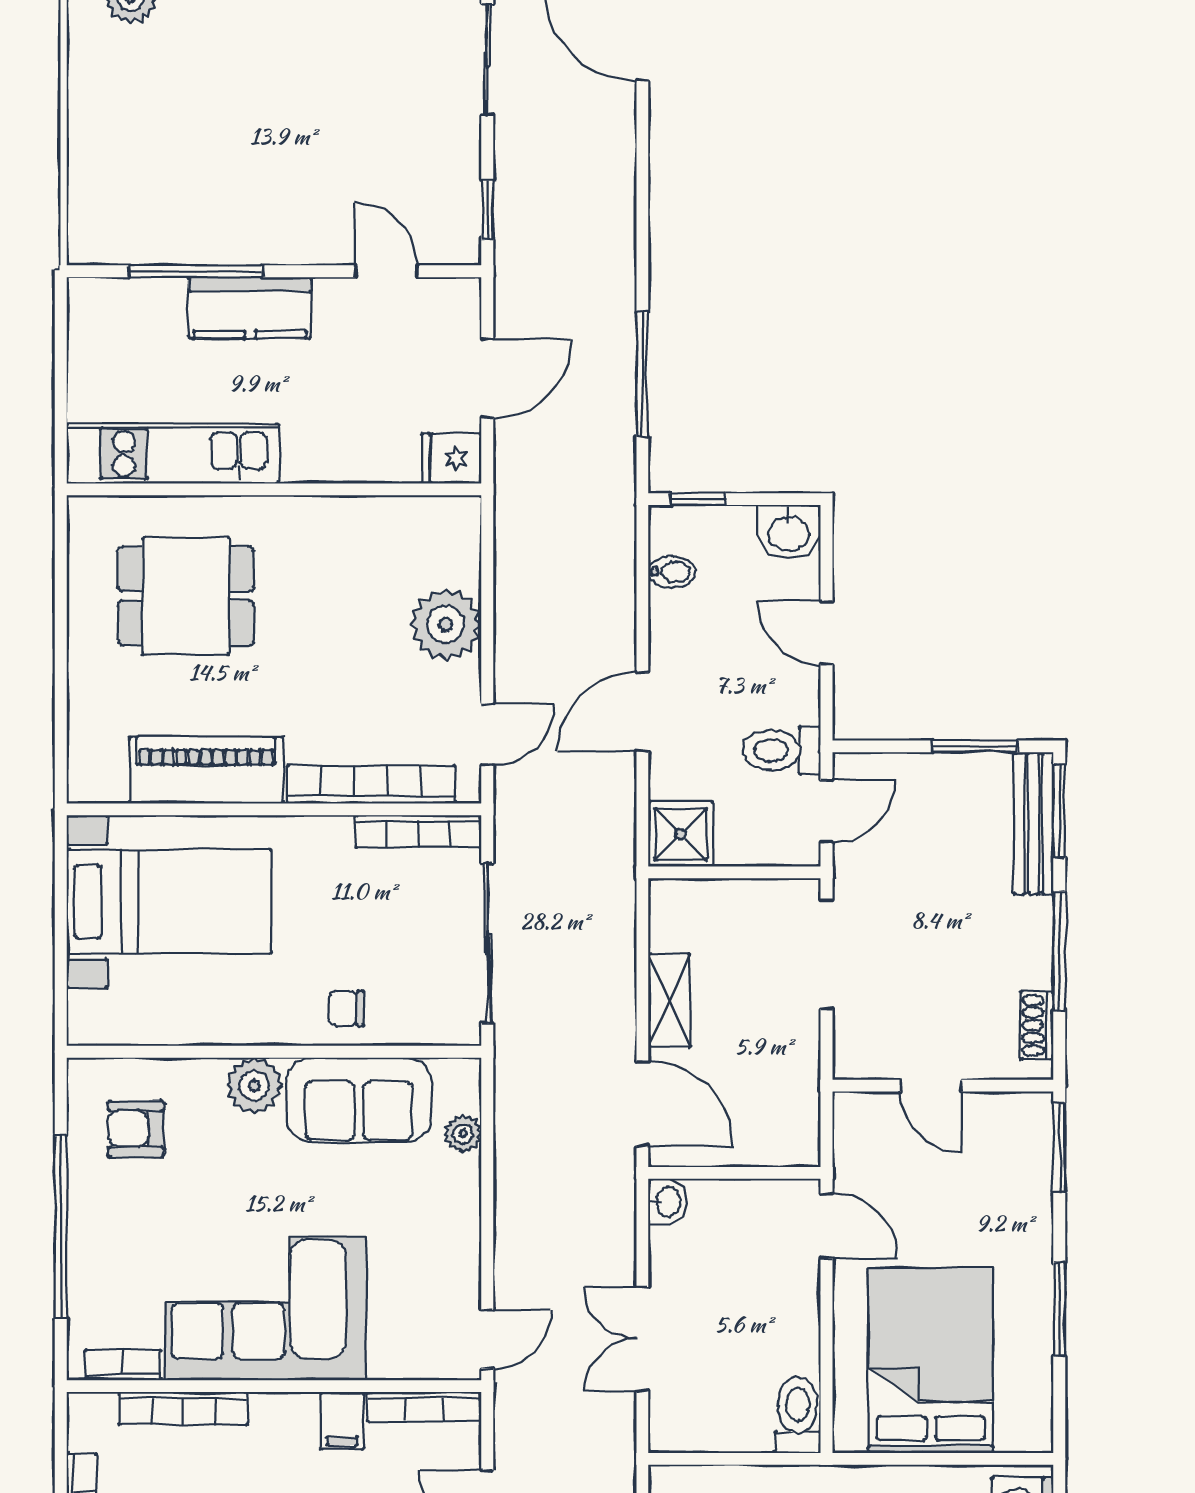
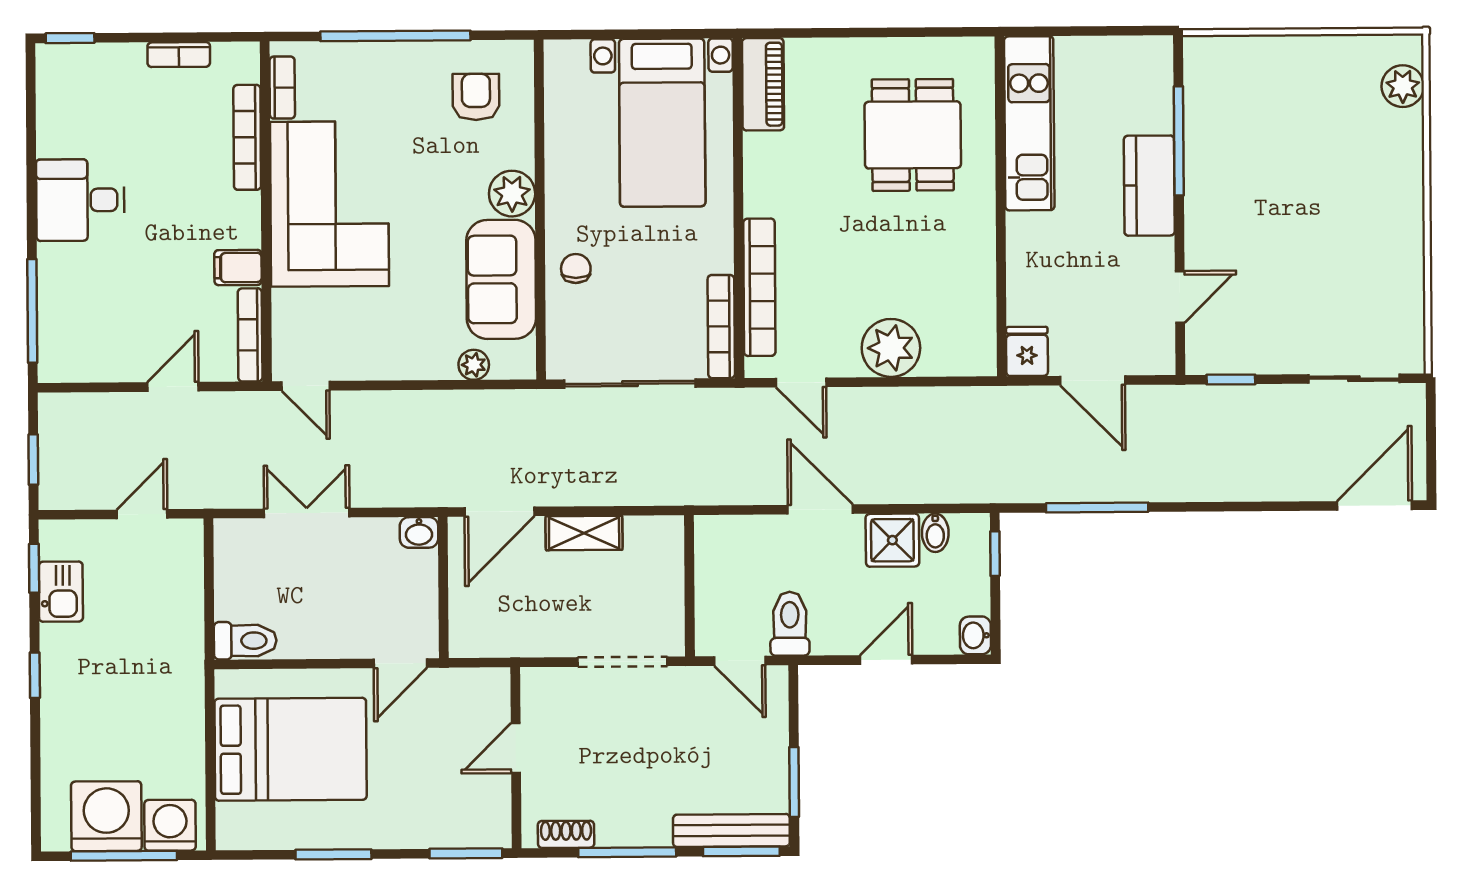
washbasin: (789, 532) -> (975, 635), width x0.72, depth x0.69
piano: (206, 770) -> (763, 84), moved, width x0.73, depth x0.75
shower: (681, 834) -> (892, 540), moved

